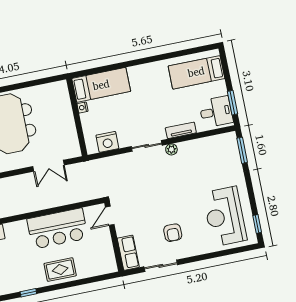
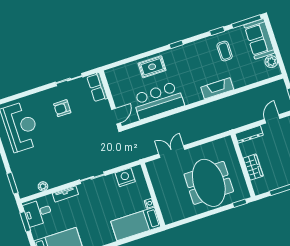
plant: (171, 149) -> (43, 186), moved
armchair: (173, 233) -> (62, 108), turned -90

